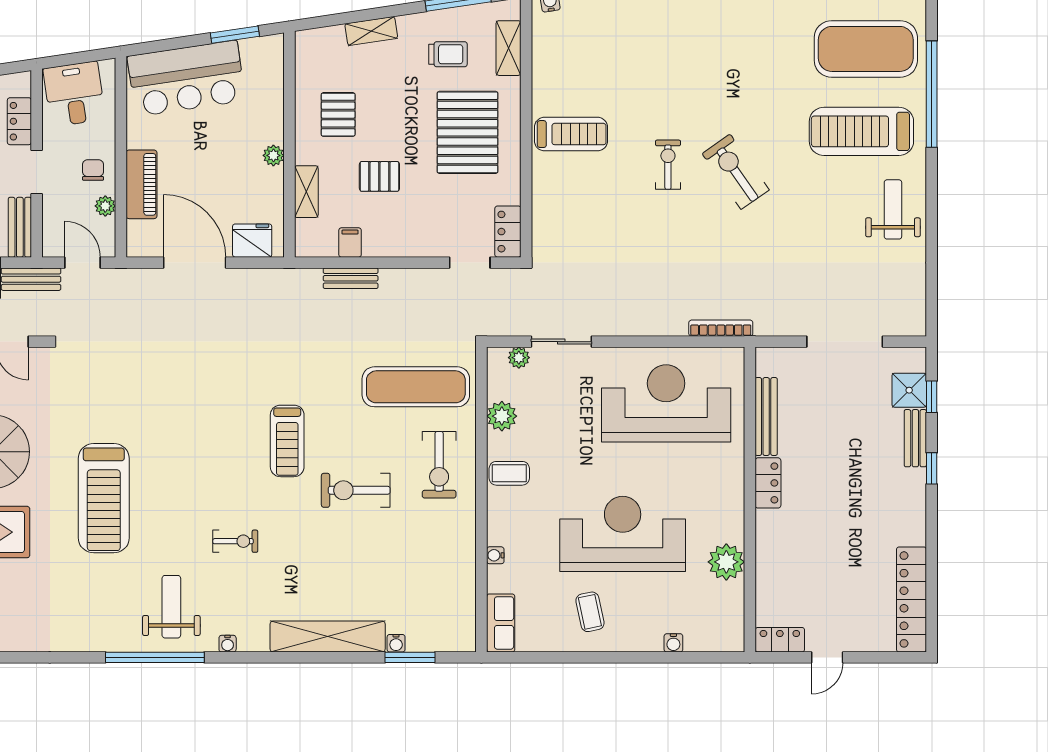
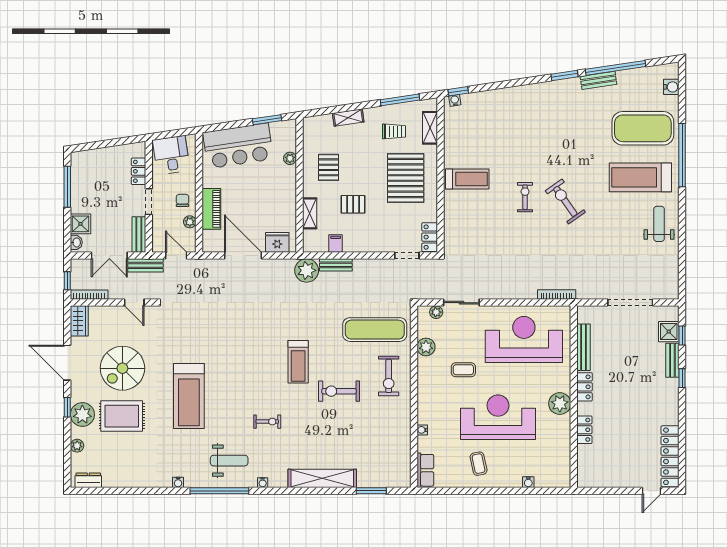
plant: (273, 155) -> (290, 158), moved
plant: (301, 288) -> (307, 270), added
coffee table: (509, 473) -> (463, 370), moved
plant: (726, 562) -> (560, 404), moved
weight bench: (171, 607) -> (229, 461), turned 90
locker: (780, 640) -> (584, 430), moved, turned 90
water cooler: (396, 643) -> (178, 482), moved
door: (827, 657) -> (652, 491), moved

